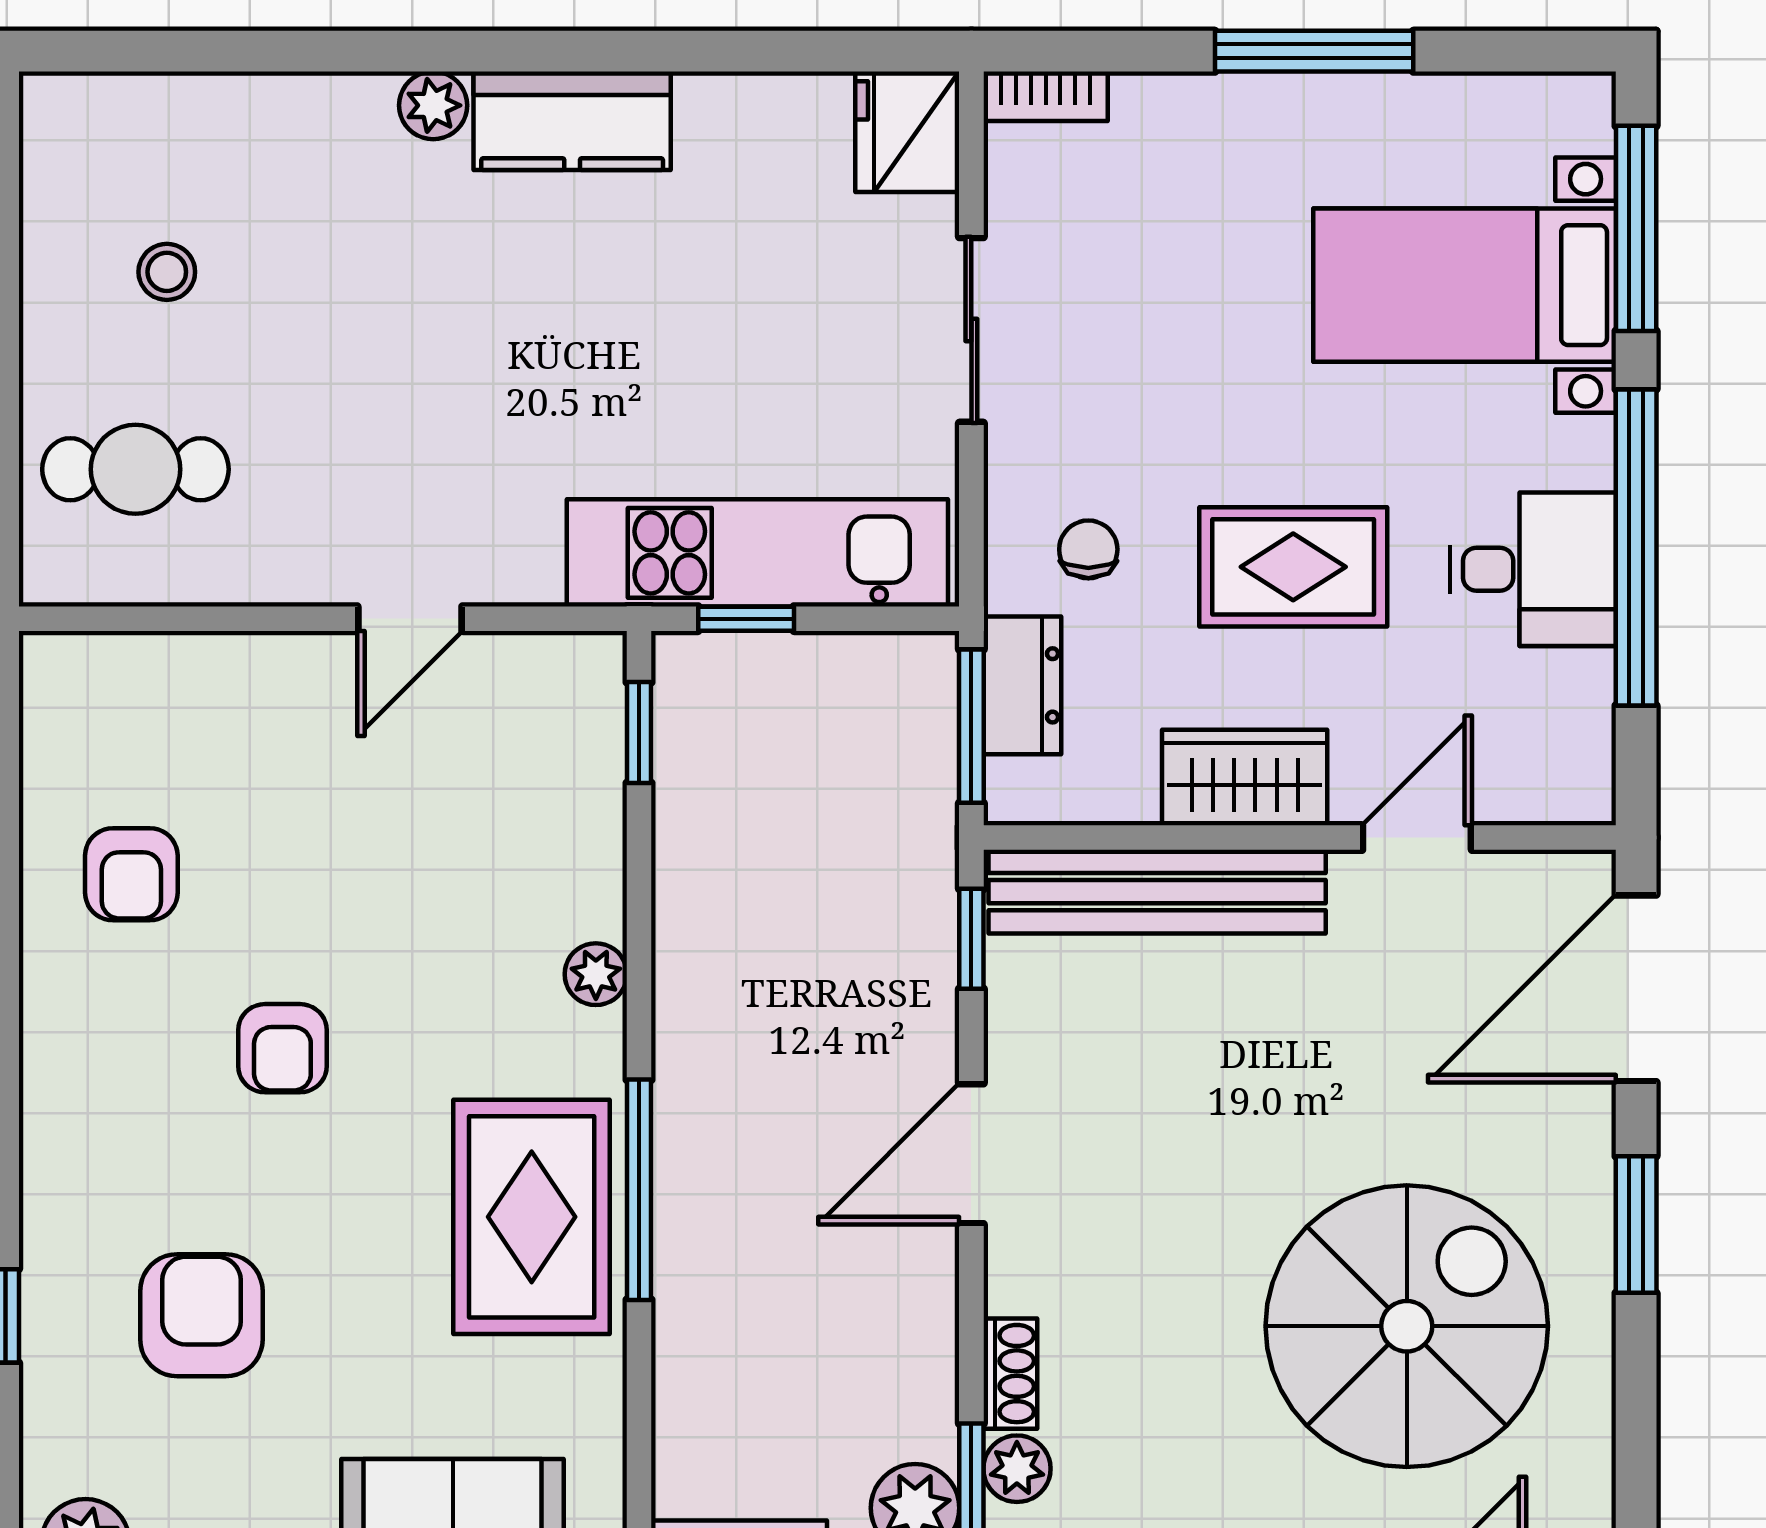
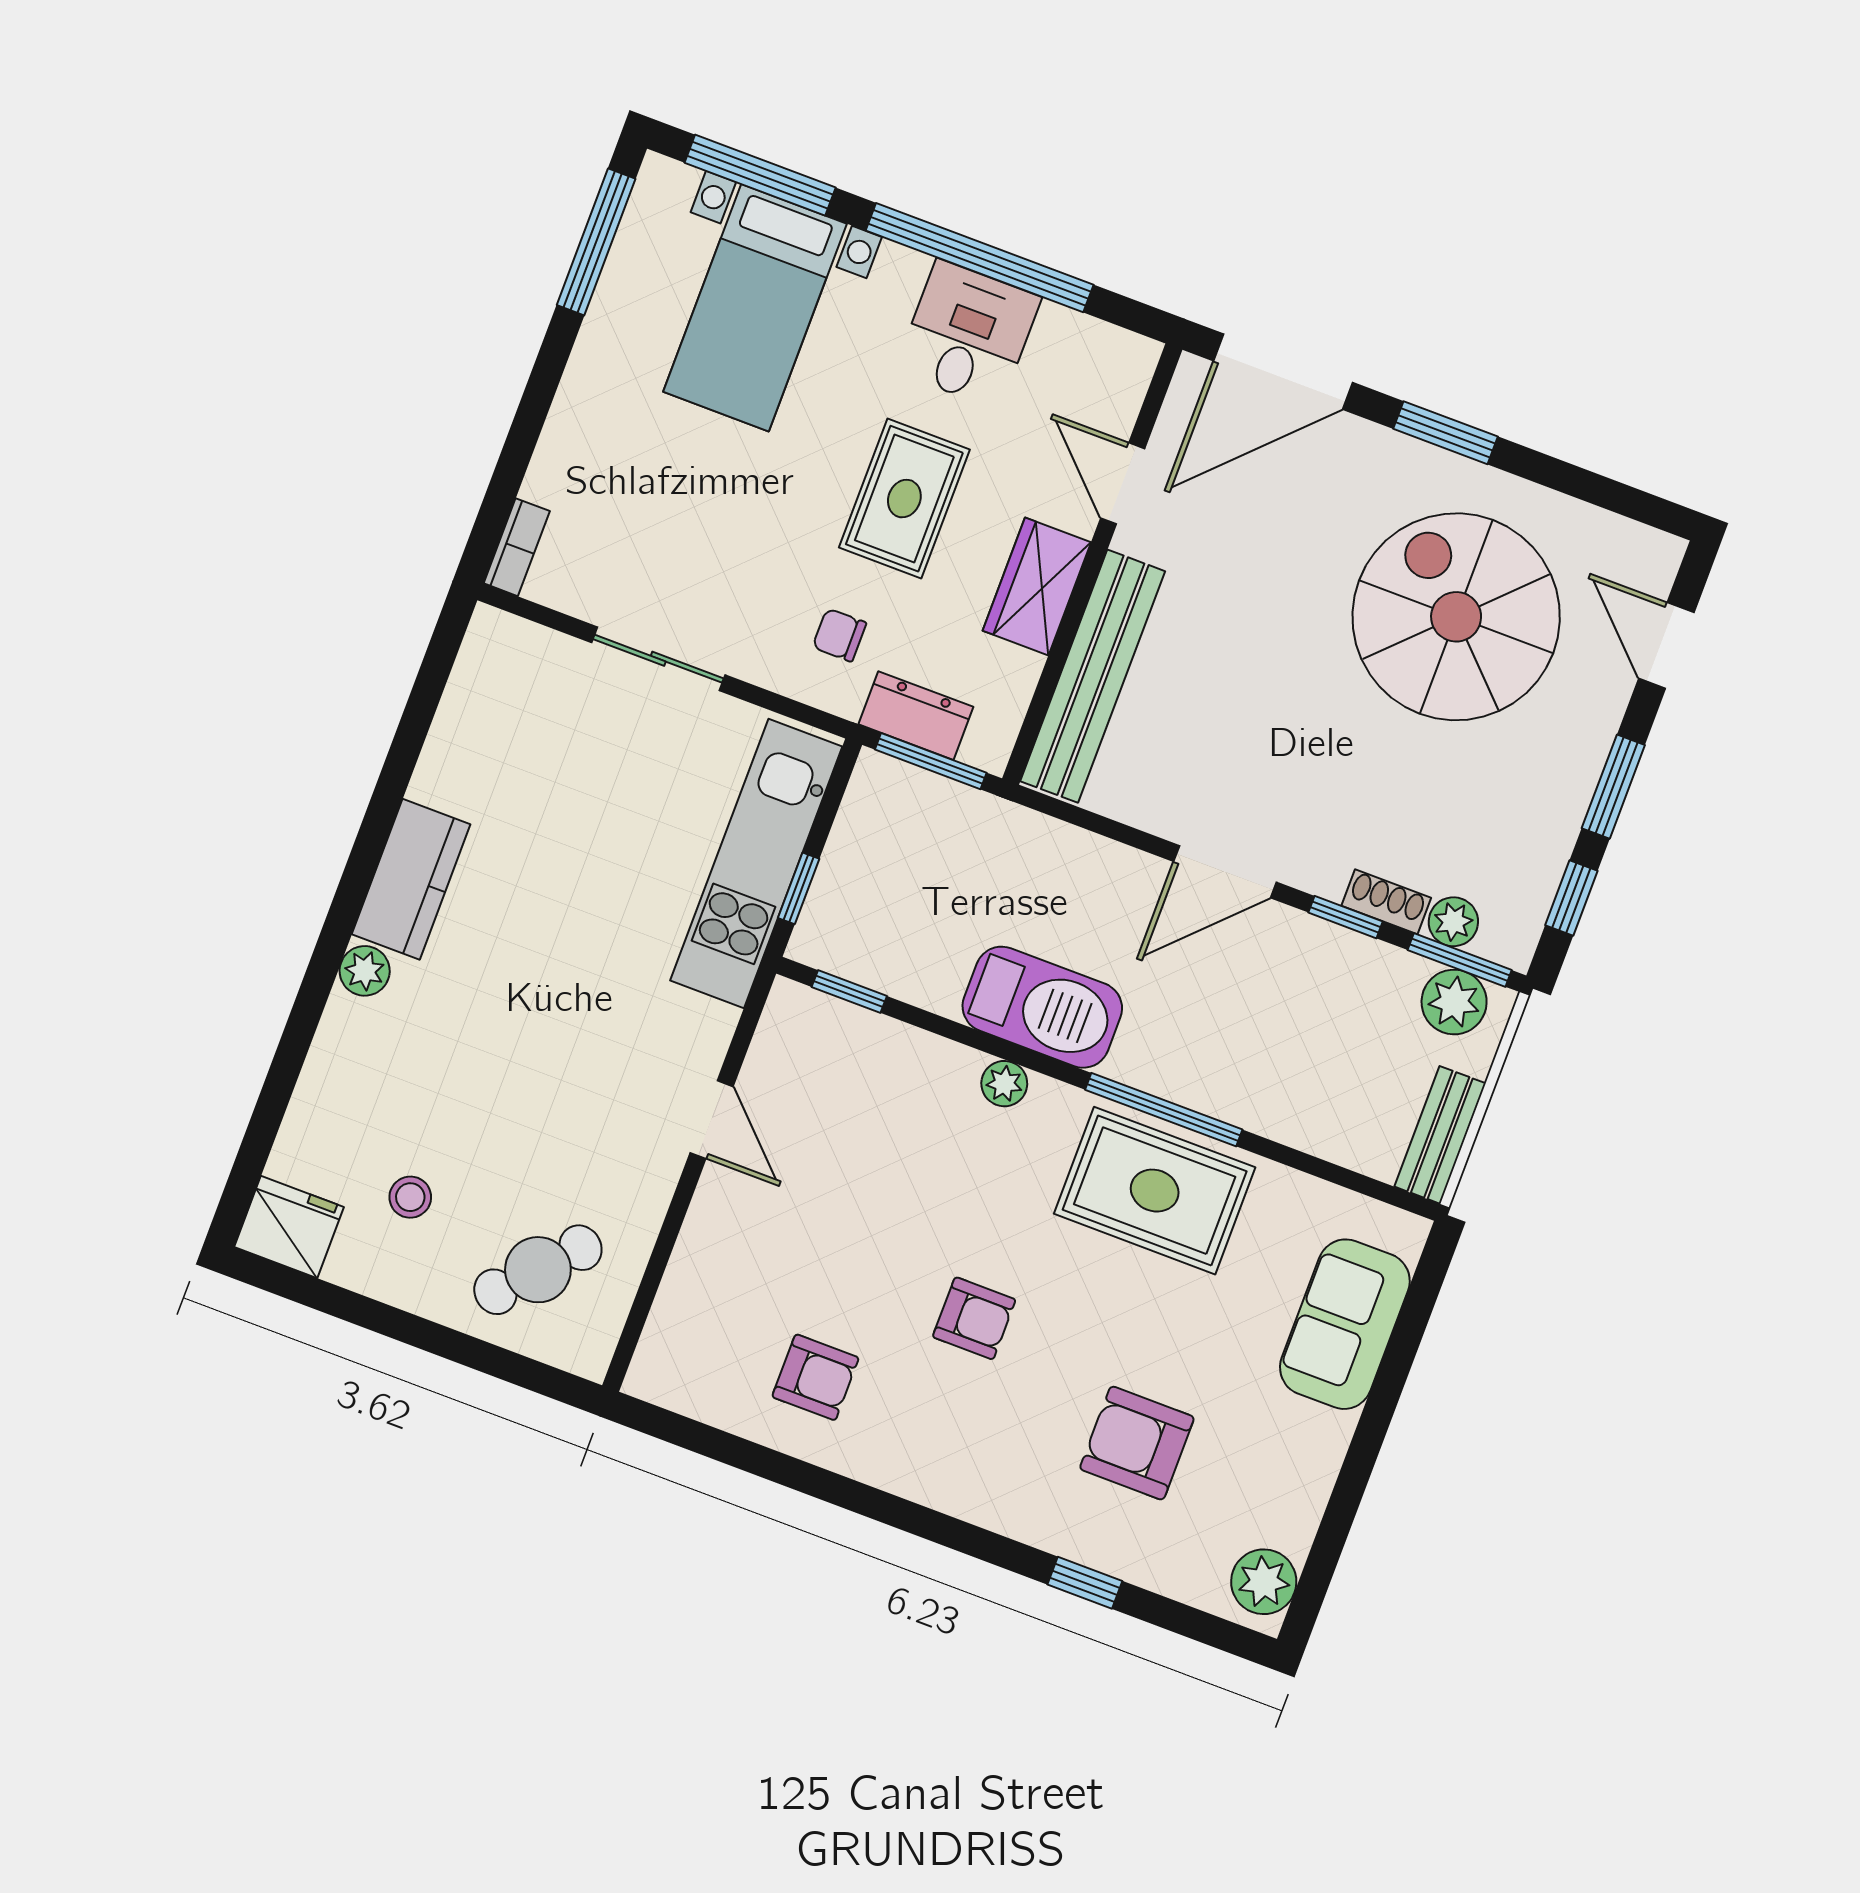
window: (1314, 51) -> (596, 242), moved
fridge: (907, 132) -> (289, 1227), moved, turned 180
cafe table: (135, 469) -> (538, 1270), turned 42
window: (971, 939) -> (1346, 917), moved
barbecue: (711, 986) -> (1042, 1007), added
door: (1636, 988) -> (1283, 372), hinge flipped
door: (971, 1154) -> (1225, 872), hinge flipped

